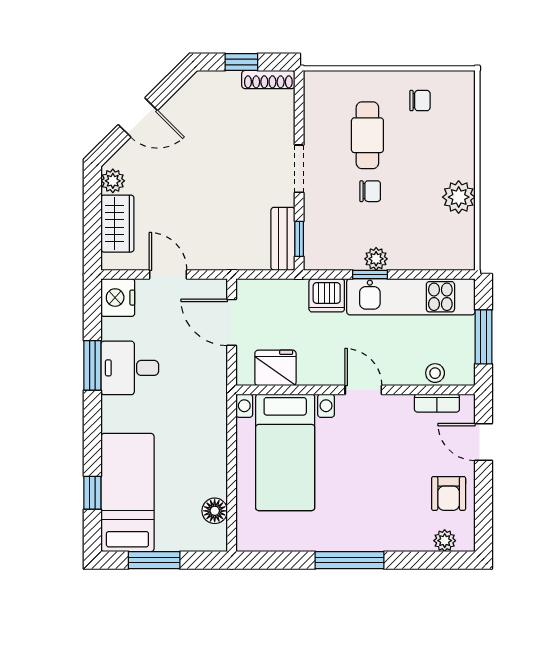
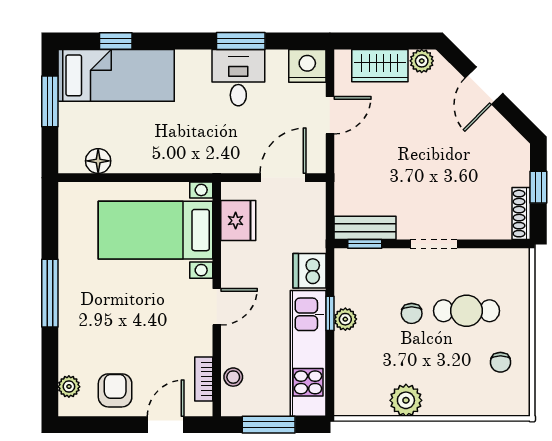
armchair: (449, 493) -> (115, 390), turned 90

